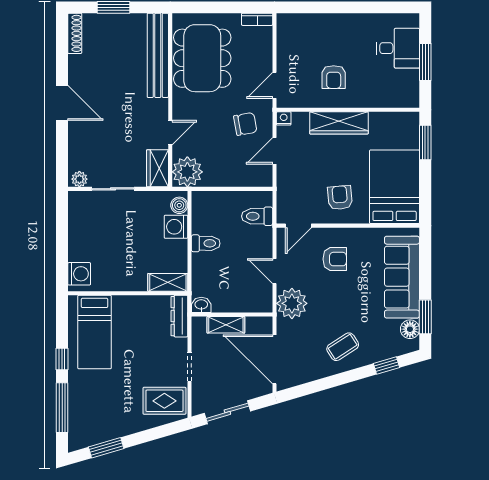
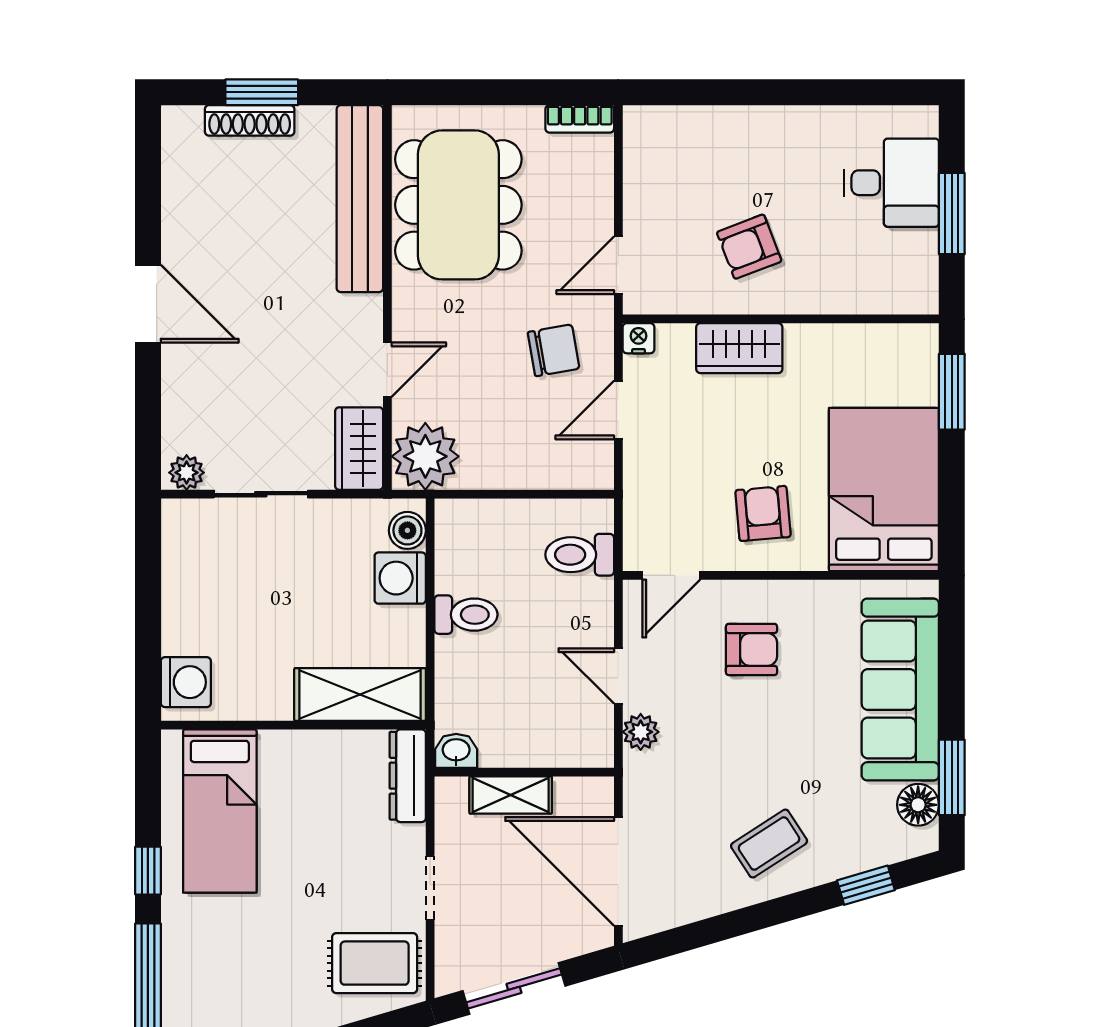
shoe rack: (75, 33) -> (250, 120), moved, turned 90
armchair: (334, 77) -> (749, 247), turned 69
wardrobe: (339, 123) -> (739, 348), width x0.67
shelving: (168, 282) -> (360, 694), width x1.50, depth x1.33
plant: (292, 303) -> (641, 732), width x0.53, depth x0.53

